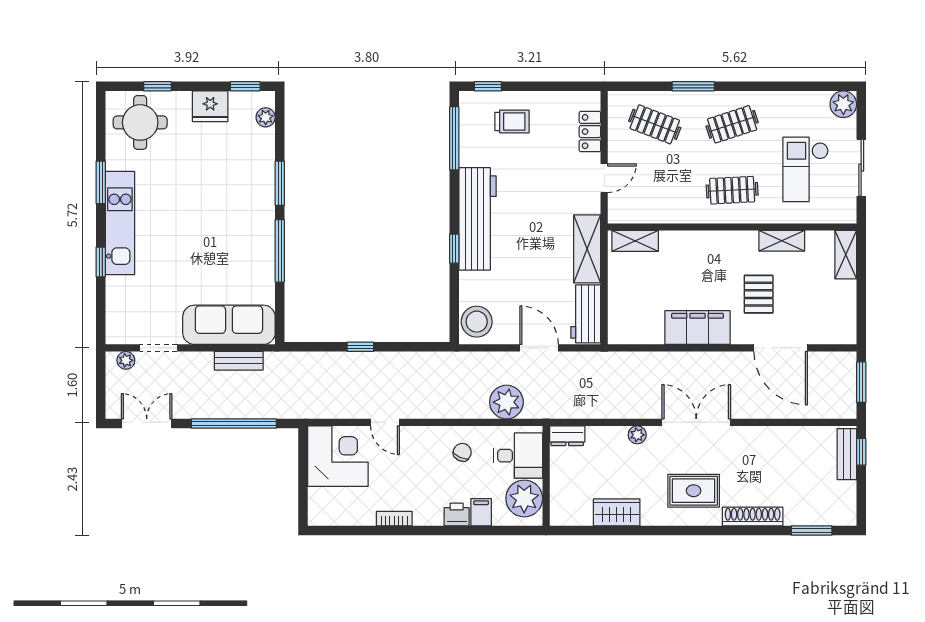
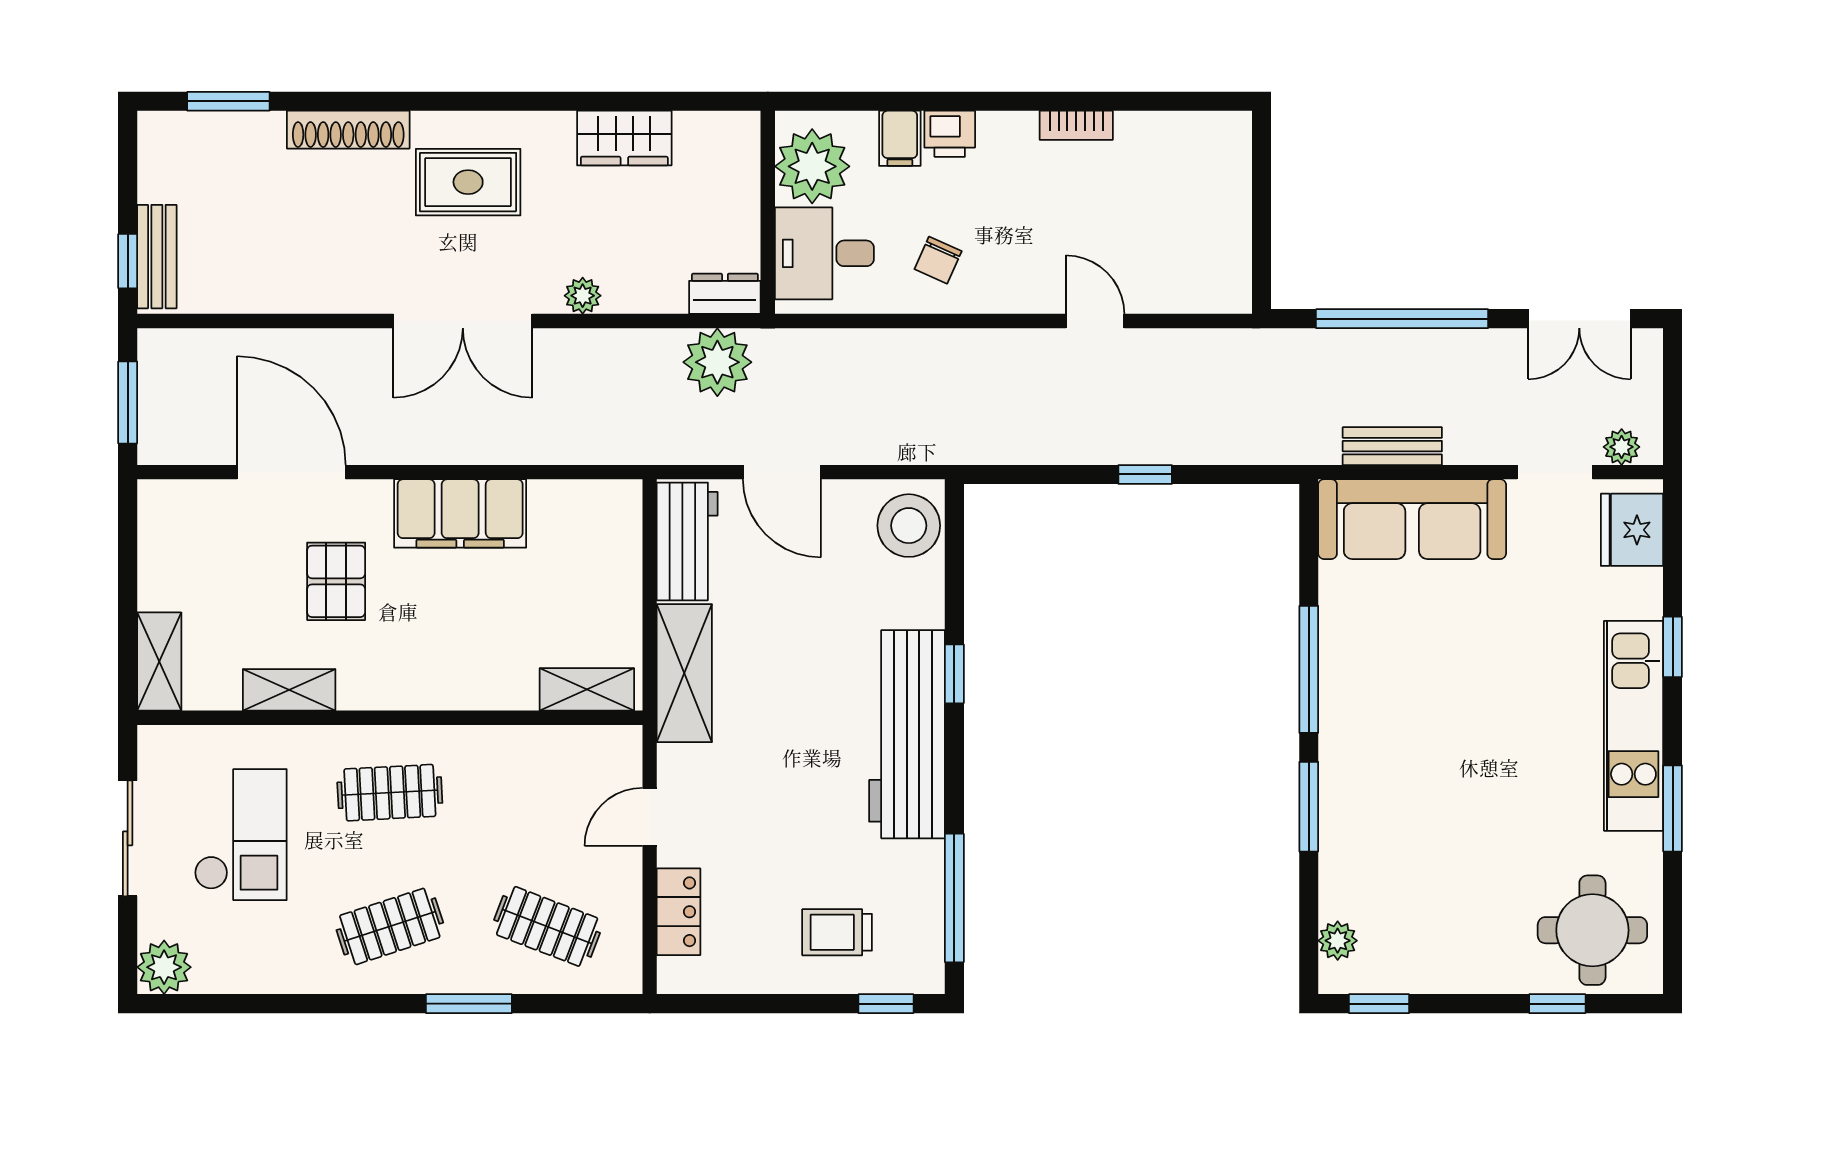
fridge: (210, 106) -> (1632, 530), moved, turned -90
plant: (506, 402) -> (717, 362), moved
corner desk: (338, 456) -> (1191, 252), removed

